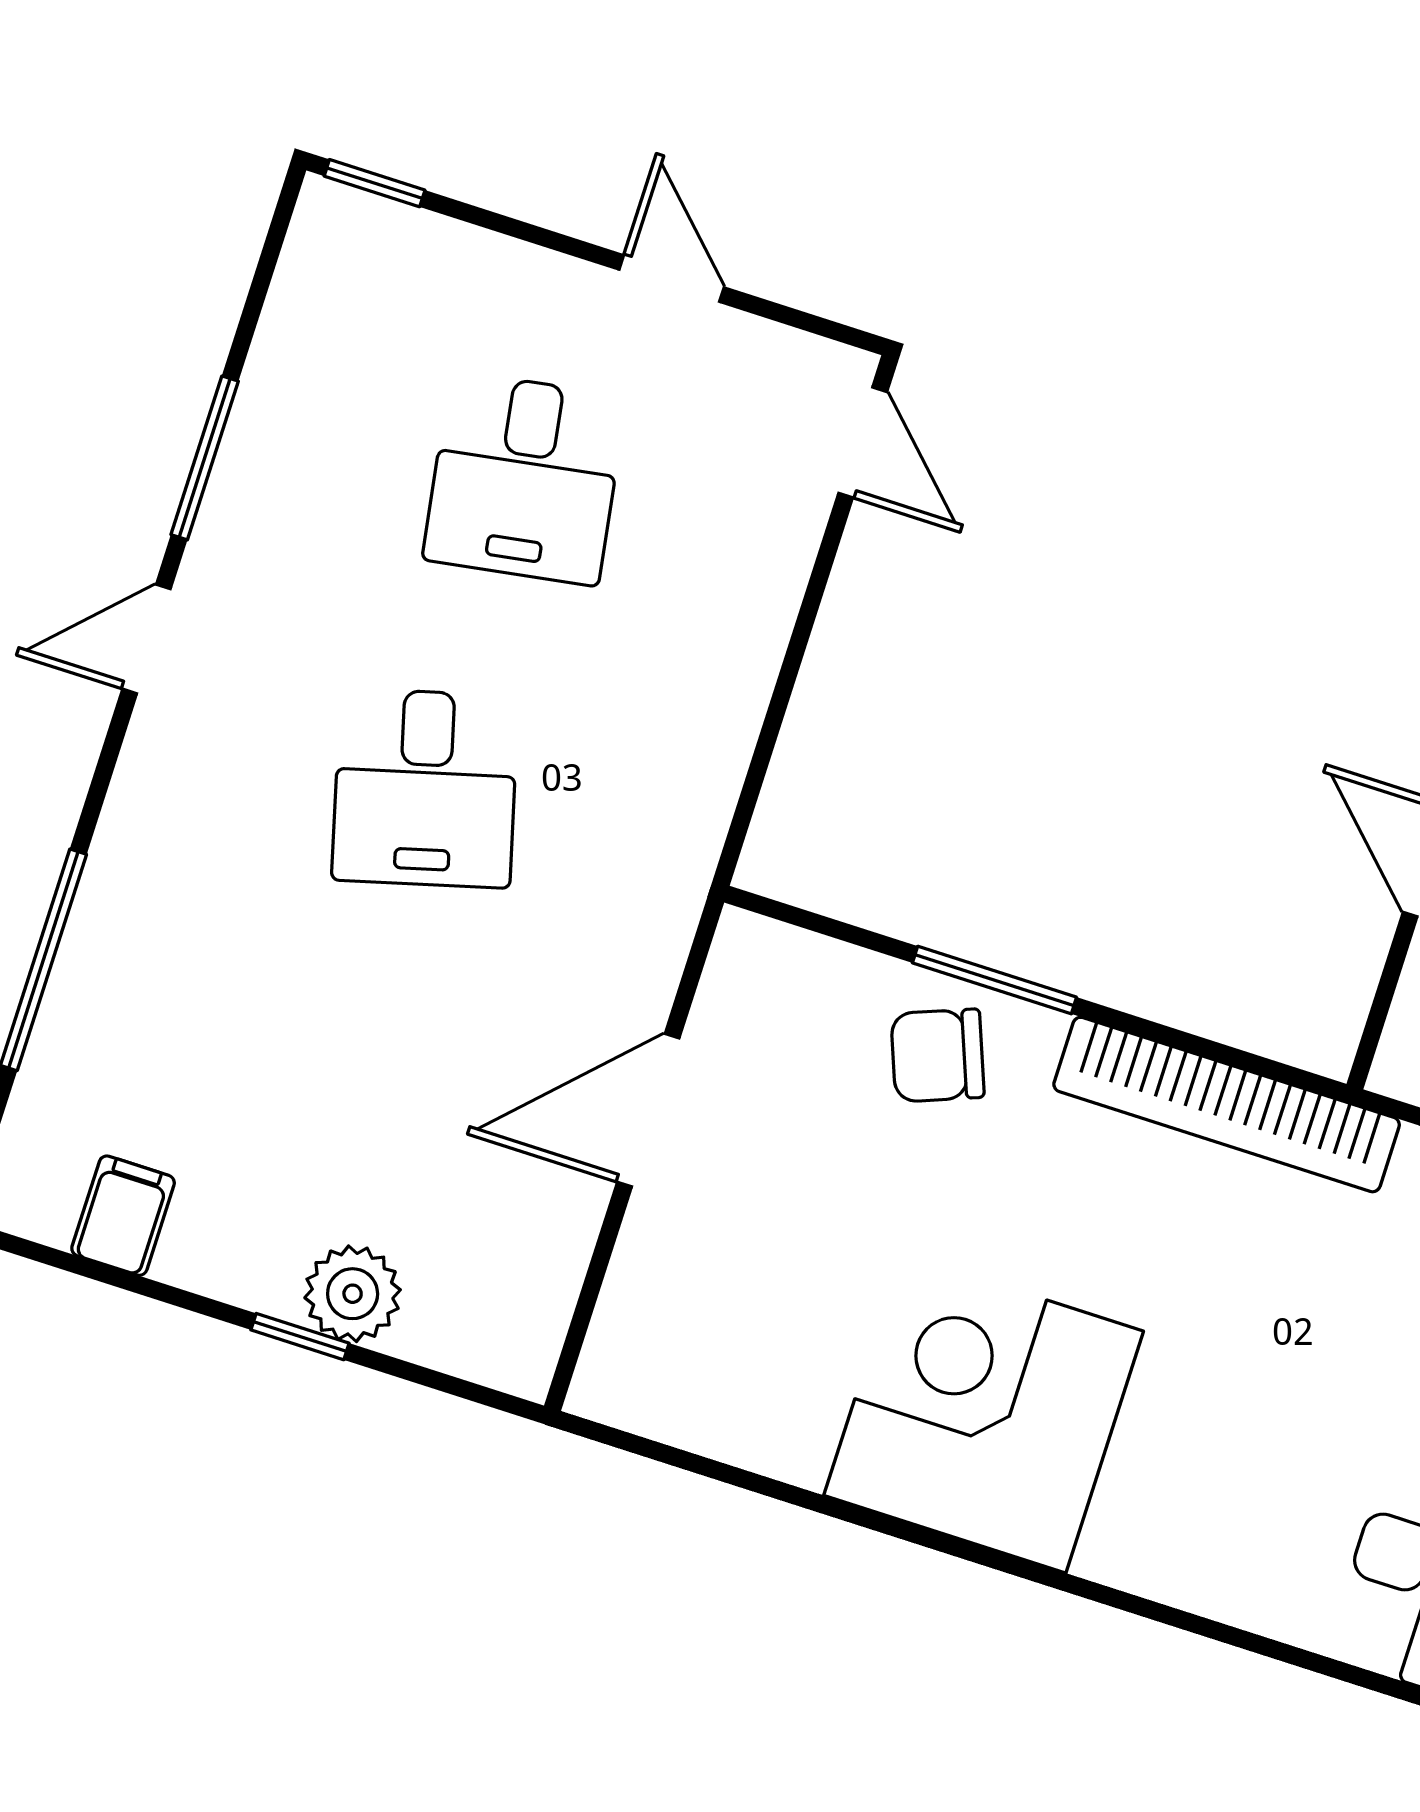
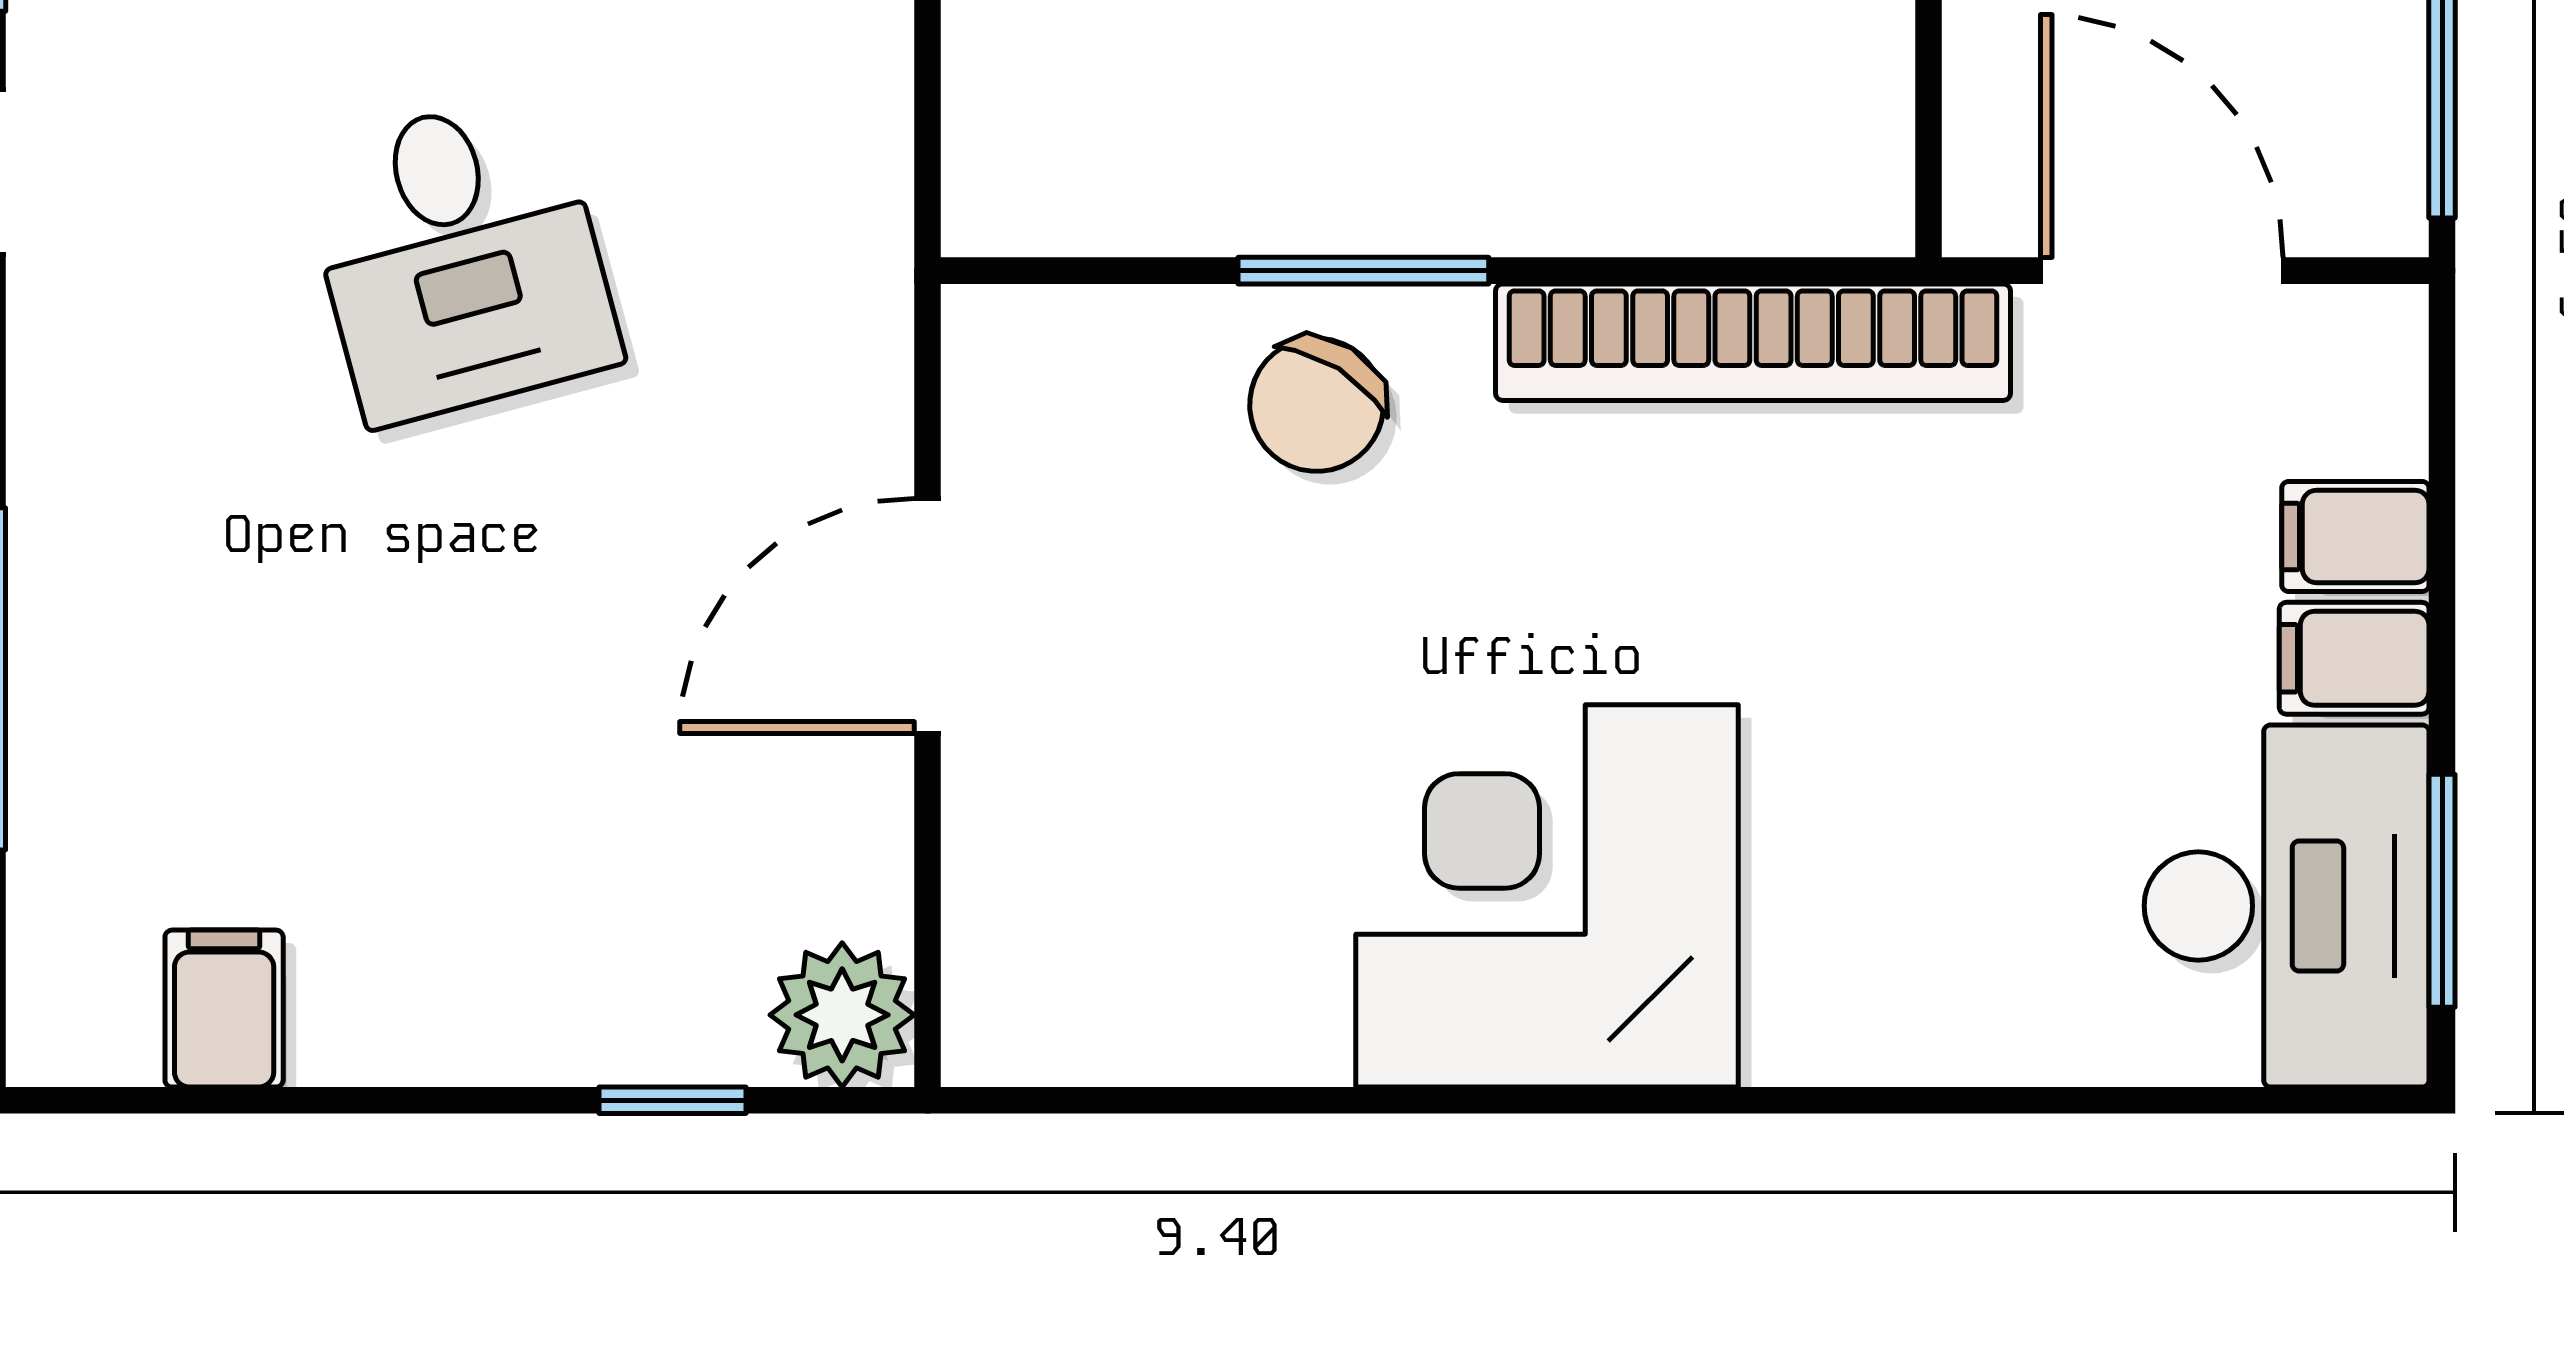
chair: (938, 1055) -> (1317, 405), turned -37
plant: (353, 1294) -> (842, 1015), moved
window: (300, 1337) -> (672, 1100), moved

